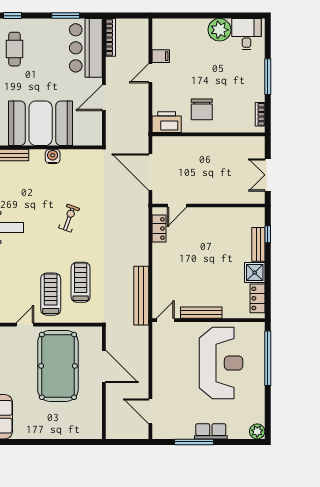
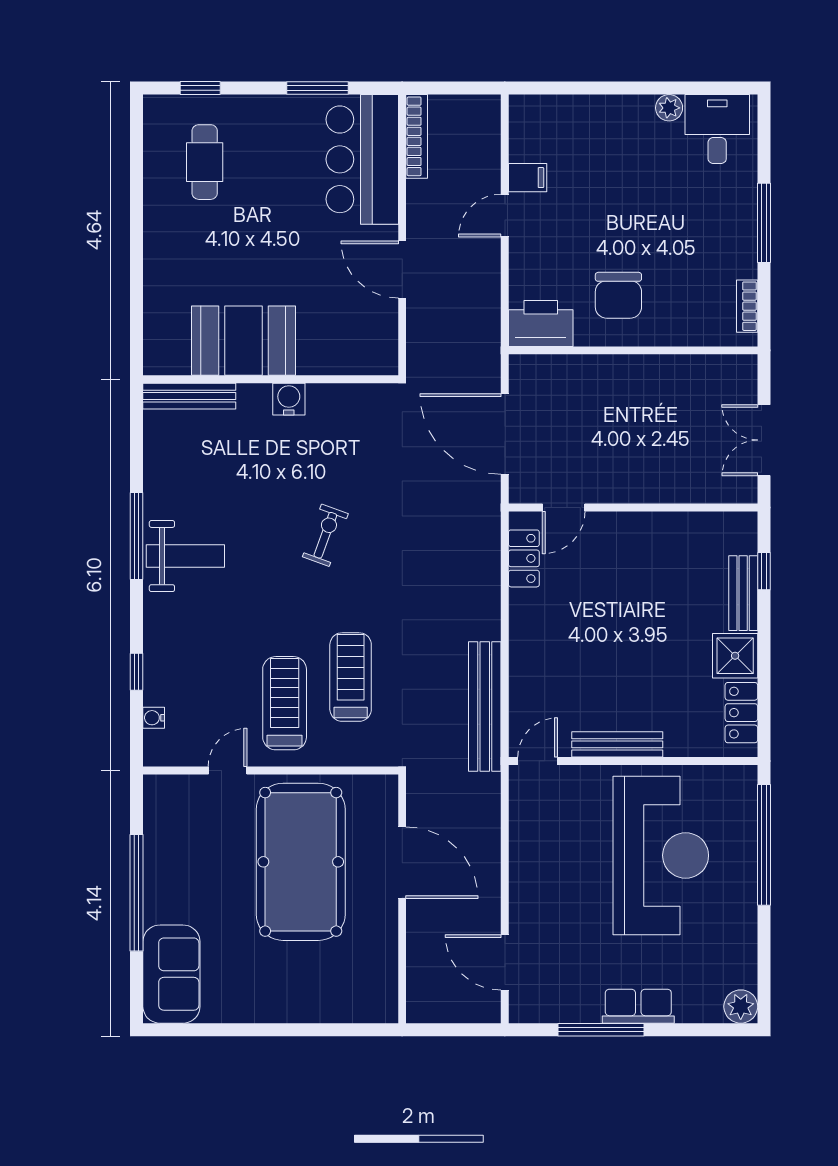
plant: (219, 30) -> (669, 108), width x0.53, depth x0.53
door: (104, 98) -> (402, 270), hinge flipped
booth: (41, 123) -> (243, 341), width x0.73, depth x0.70

